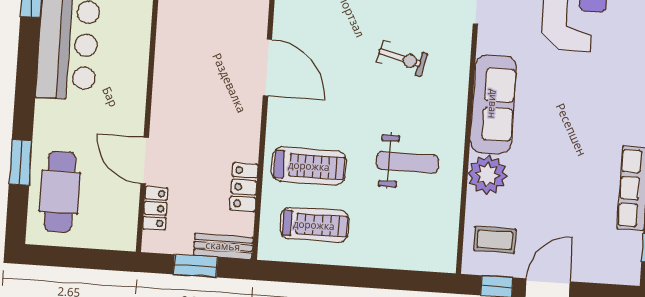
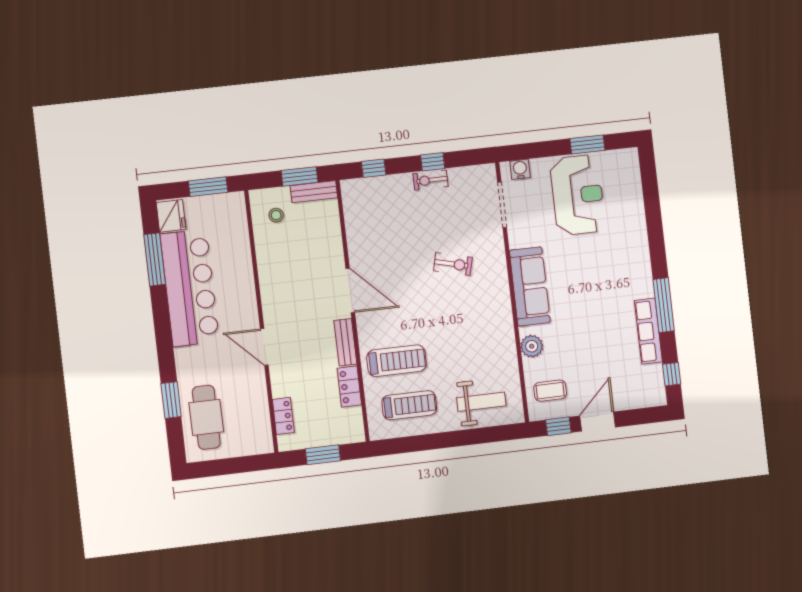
door: (145, 160) -> (264, 347), moved
weight bench: (407, 162) -> (481, 402), moved
plant: (487, 175) -> (532, 346), width x0.73, depth x0.73
bench: (223, 246) -> (345, 342), moved, turned 90

